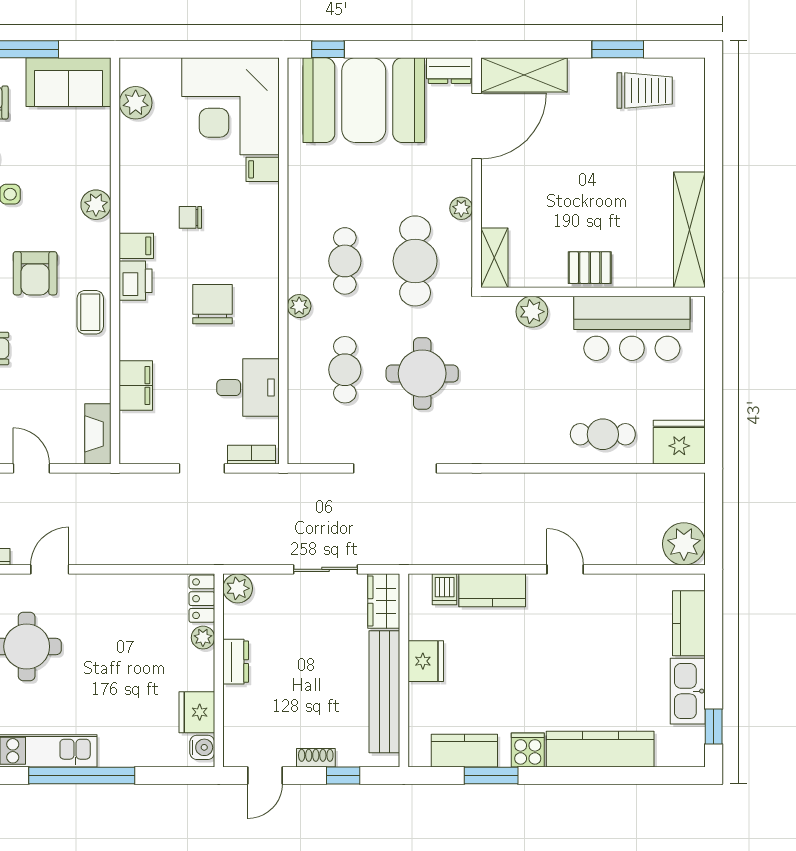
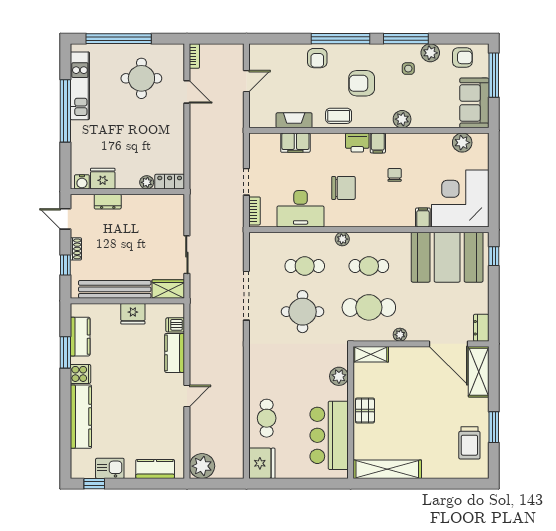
booth: (364, 100) -> (447, 257), moved, turned 90
desk: (248, 388) -> (301, 209), width x1.37
fireplace: (98, 434) -> (294, 120), moved
plant: (238, 588) -> (176, 203), removed
dresser: (236, 662) -> (108, 202), moved
kitchen sink: (688, 691) -> (110, 468), width x0.73

